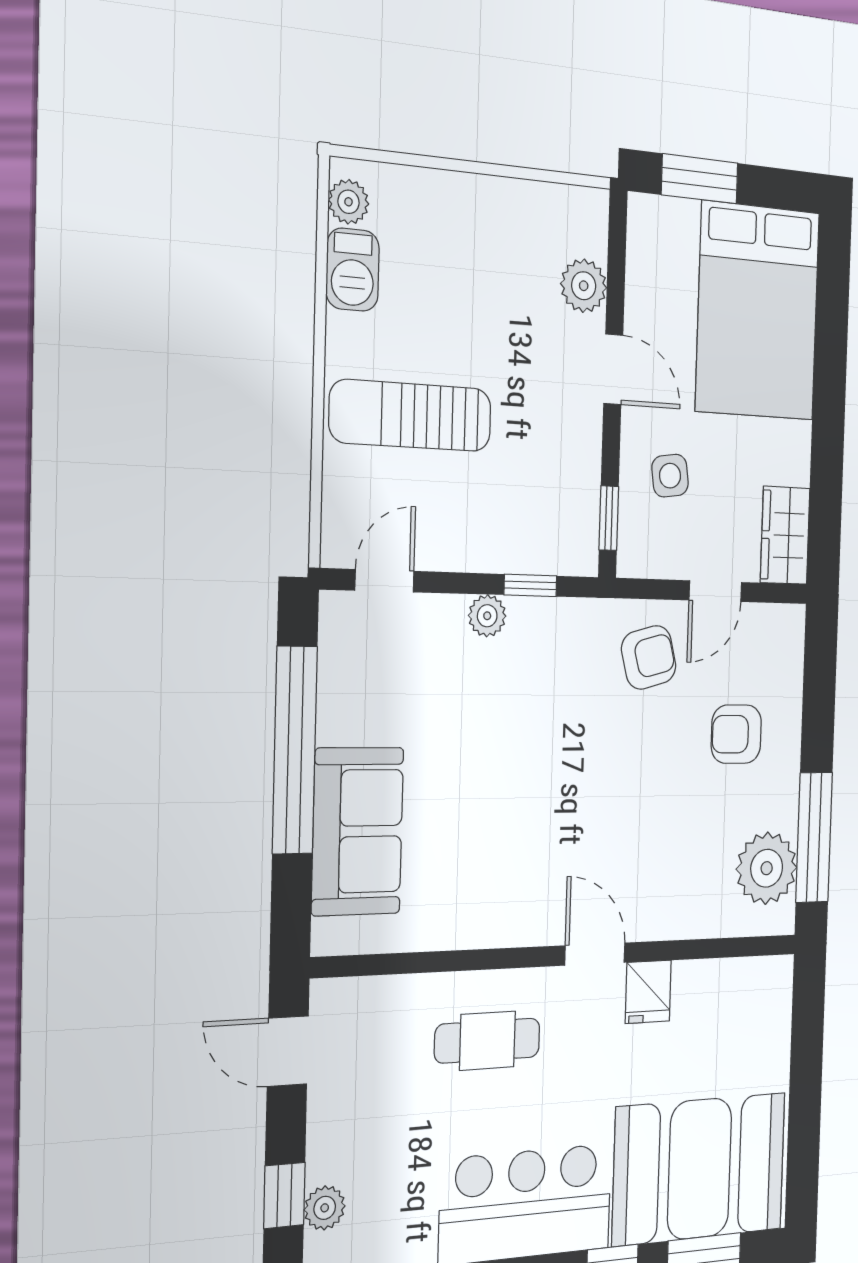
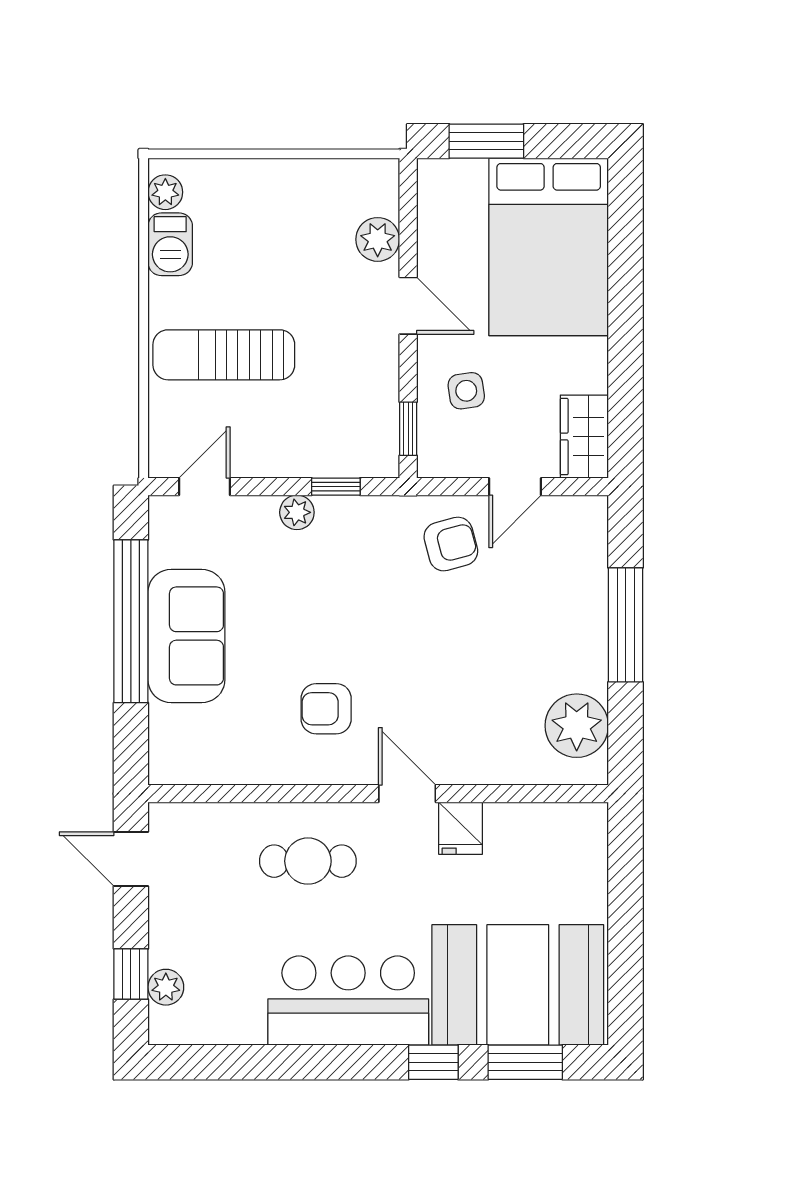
armchair: (736, 734) -> (326, 709), moved
sofa: (358, 831) -> (186, 636), moved
window: (814, 837) -> (626, 625), moved

